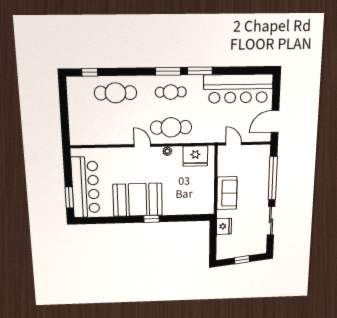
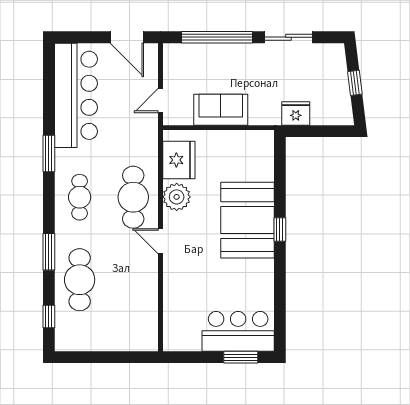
window: (168, 71) -> (49, 252), moved
door: (142, 146) -> (160, 241), hinge flipped
plant: (167, 151) -> (177, 197), width x1.88, depth x1.88
bar counter: (85, 187) -> (238, 331), width x0.73
sofa: (227, 193) -> (221, 110), moved
booth: (138, 200) -> (247, 220), moved

